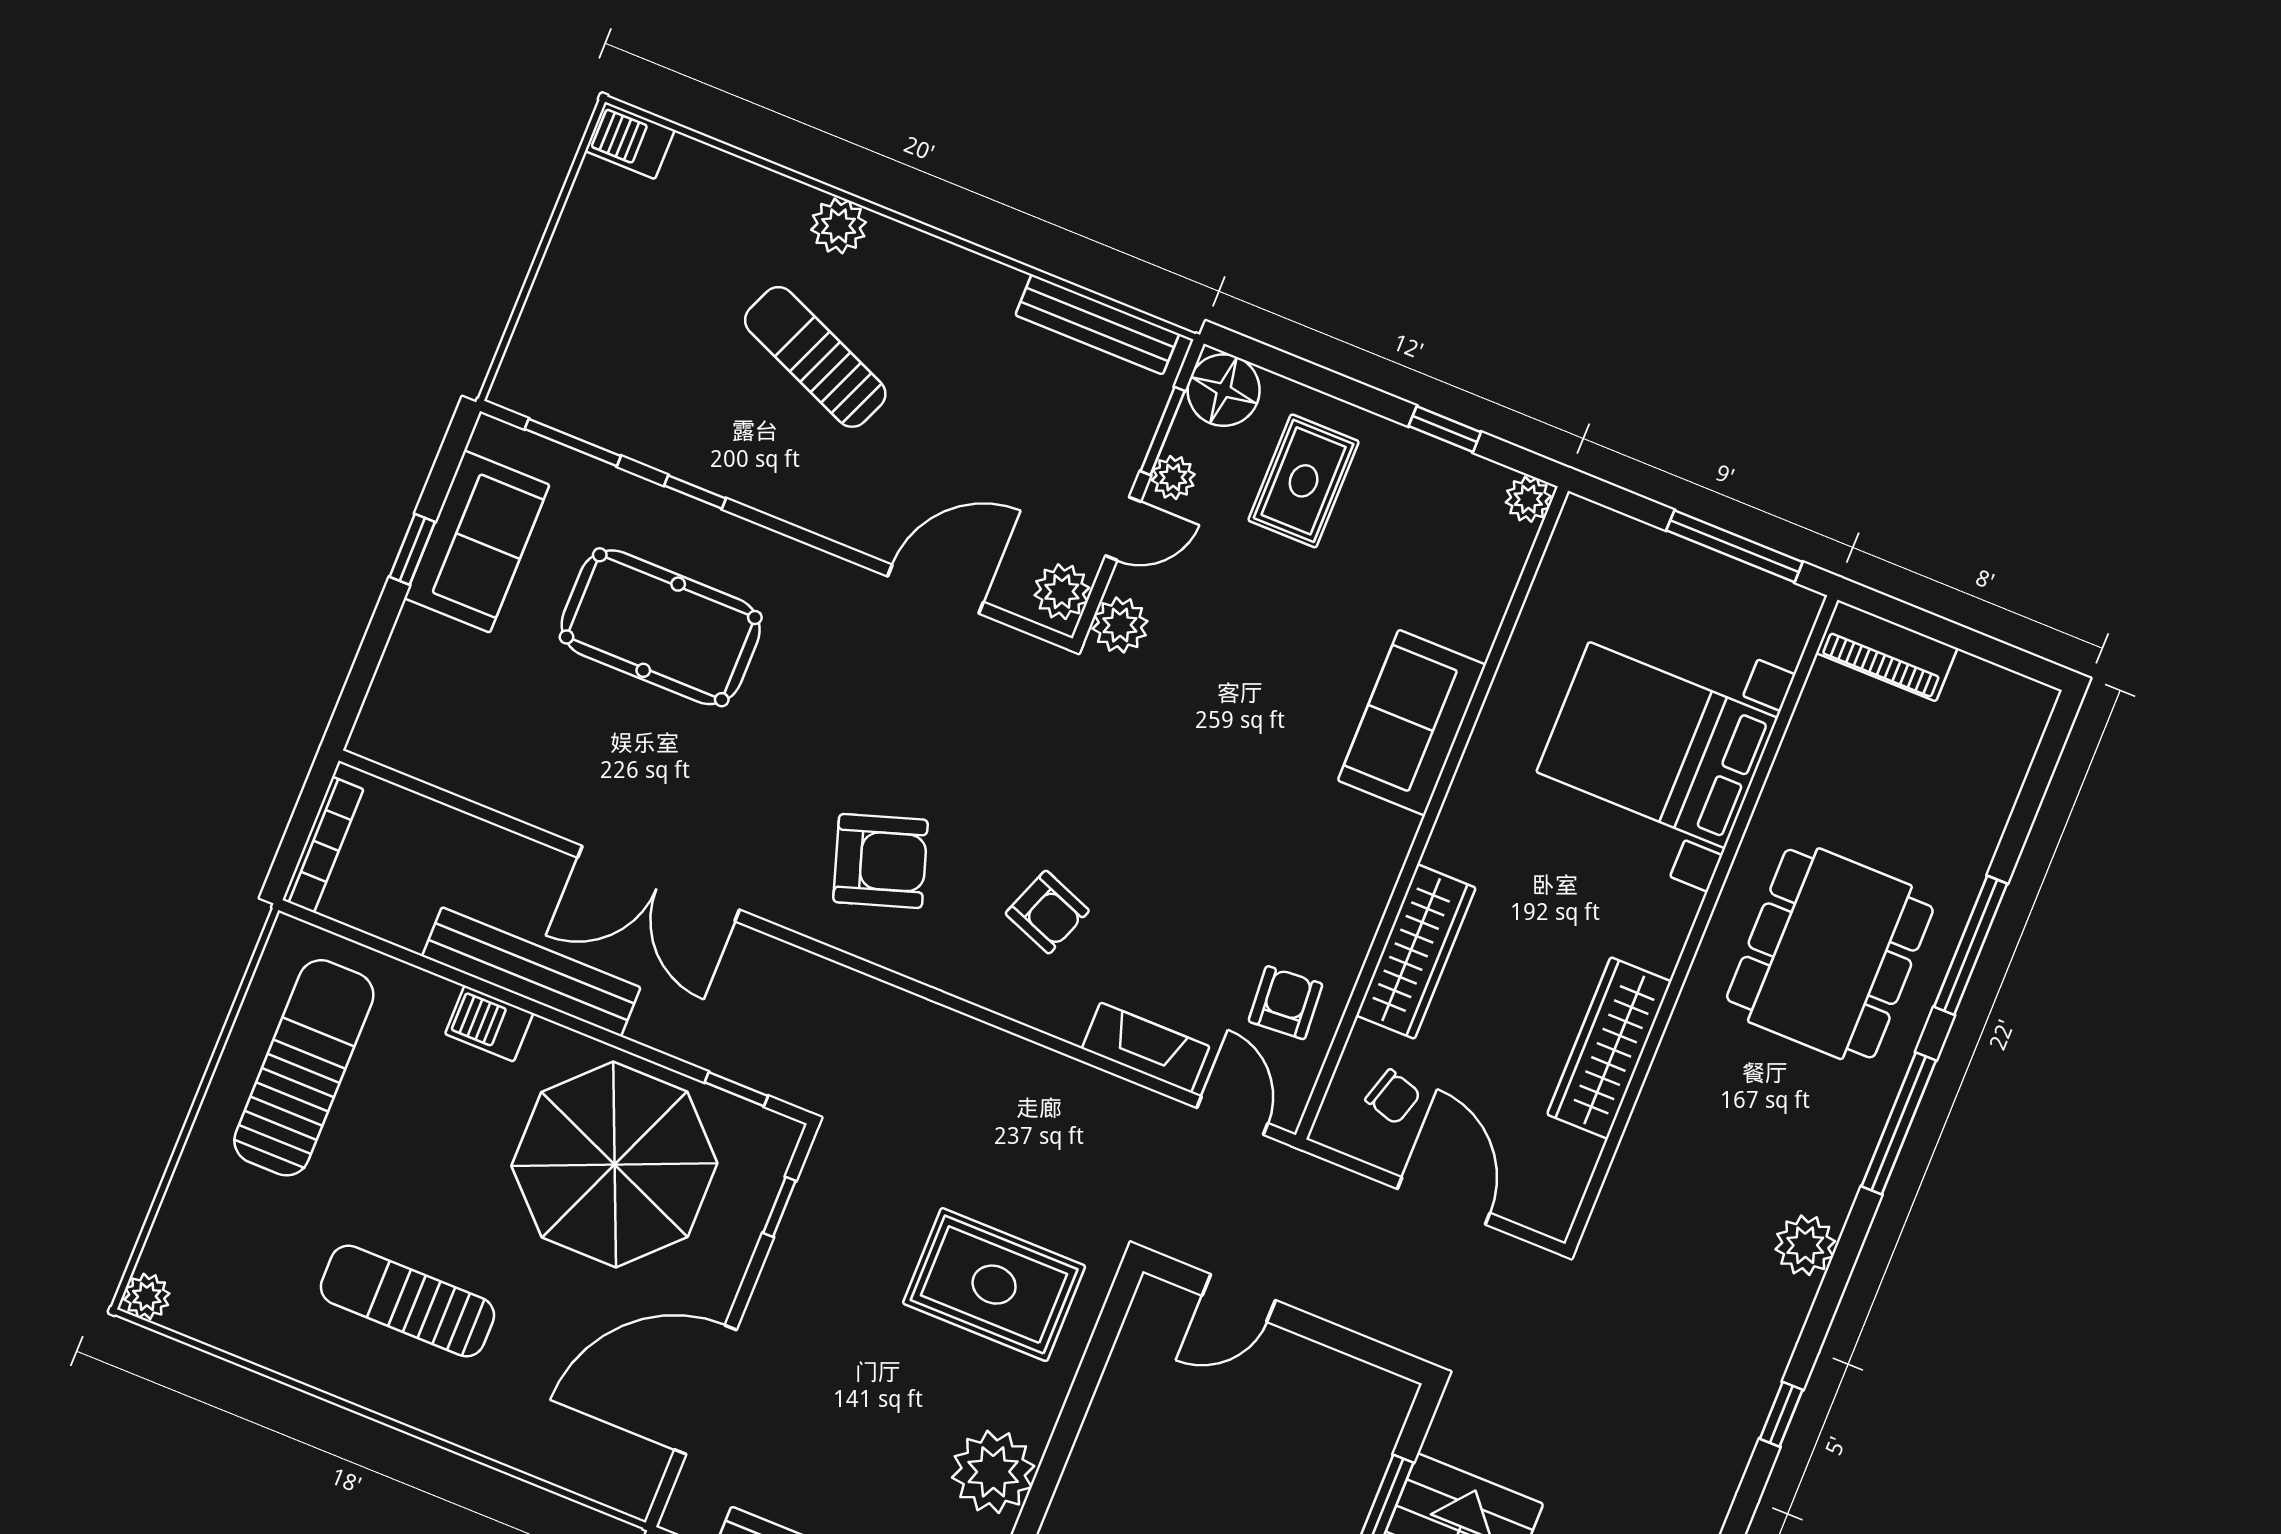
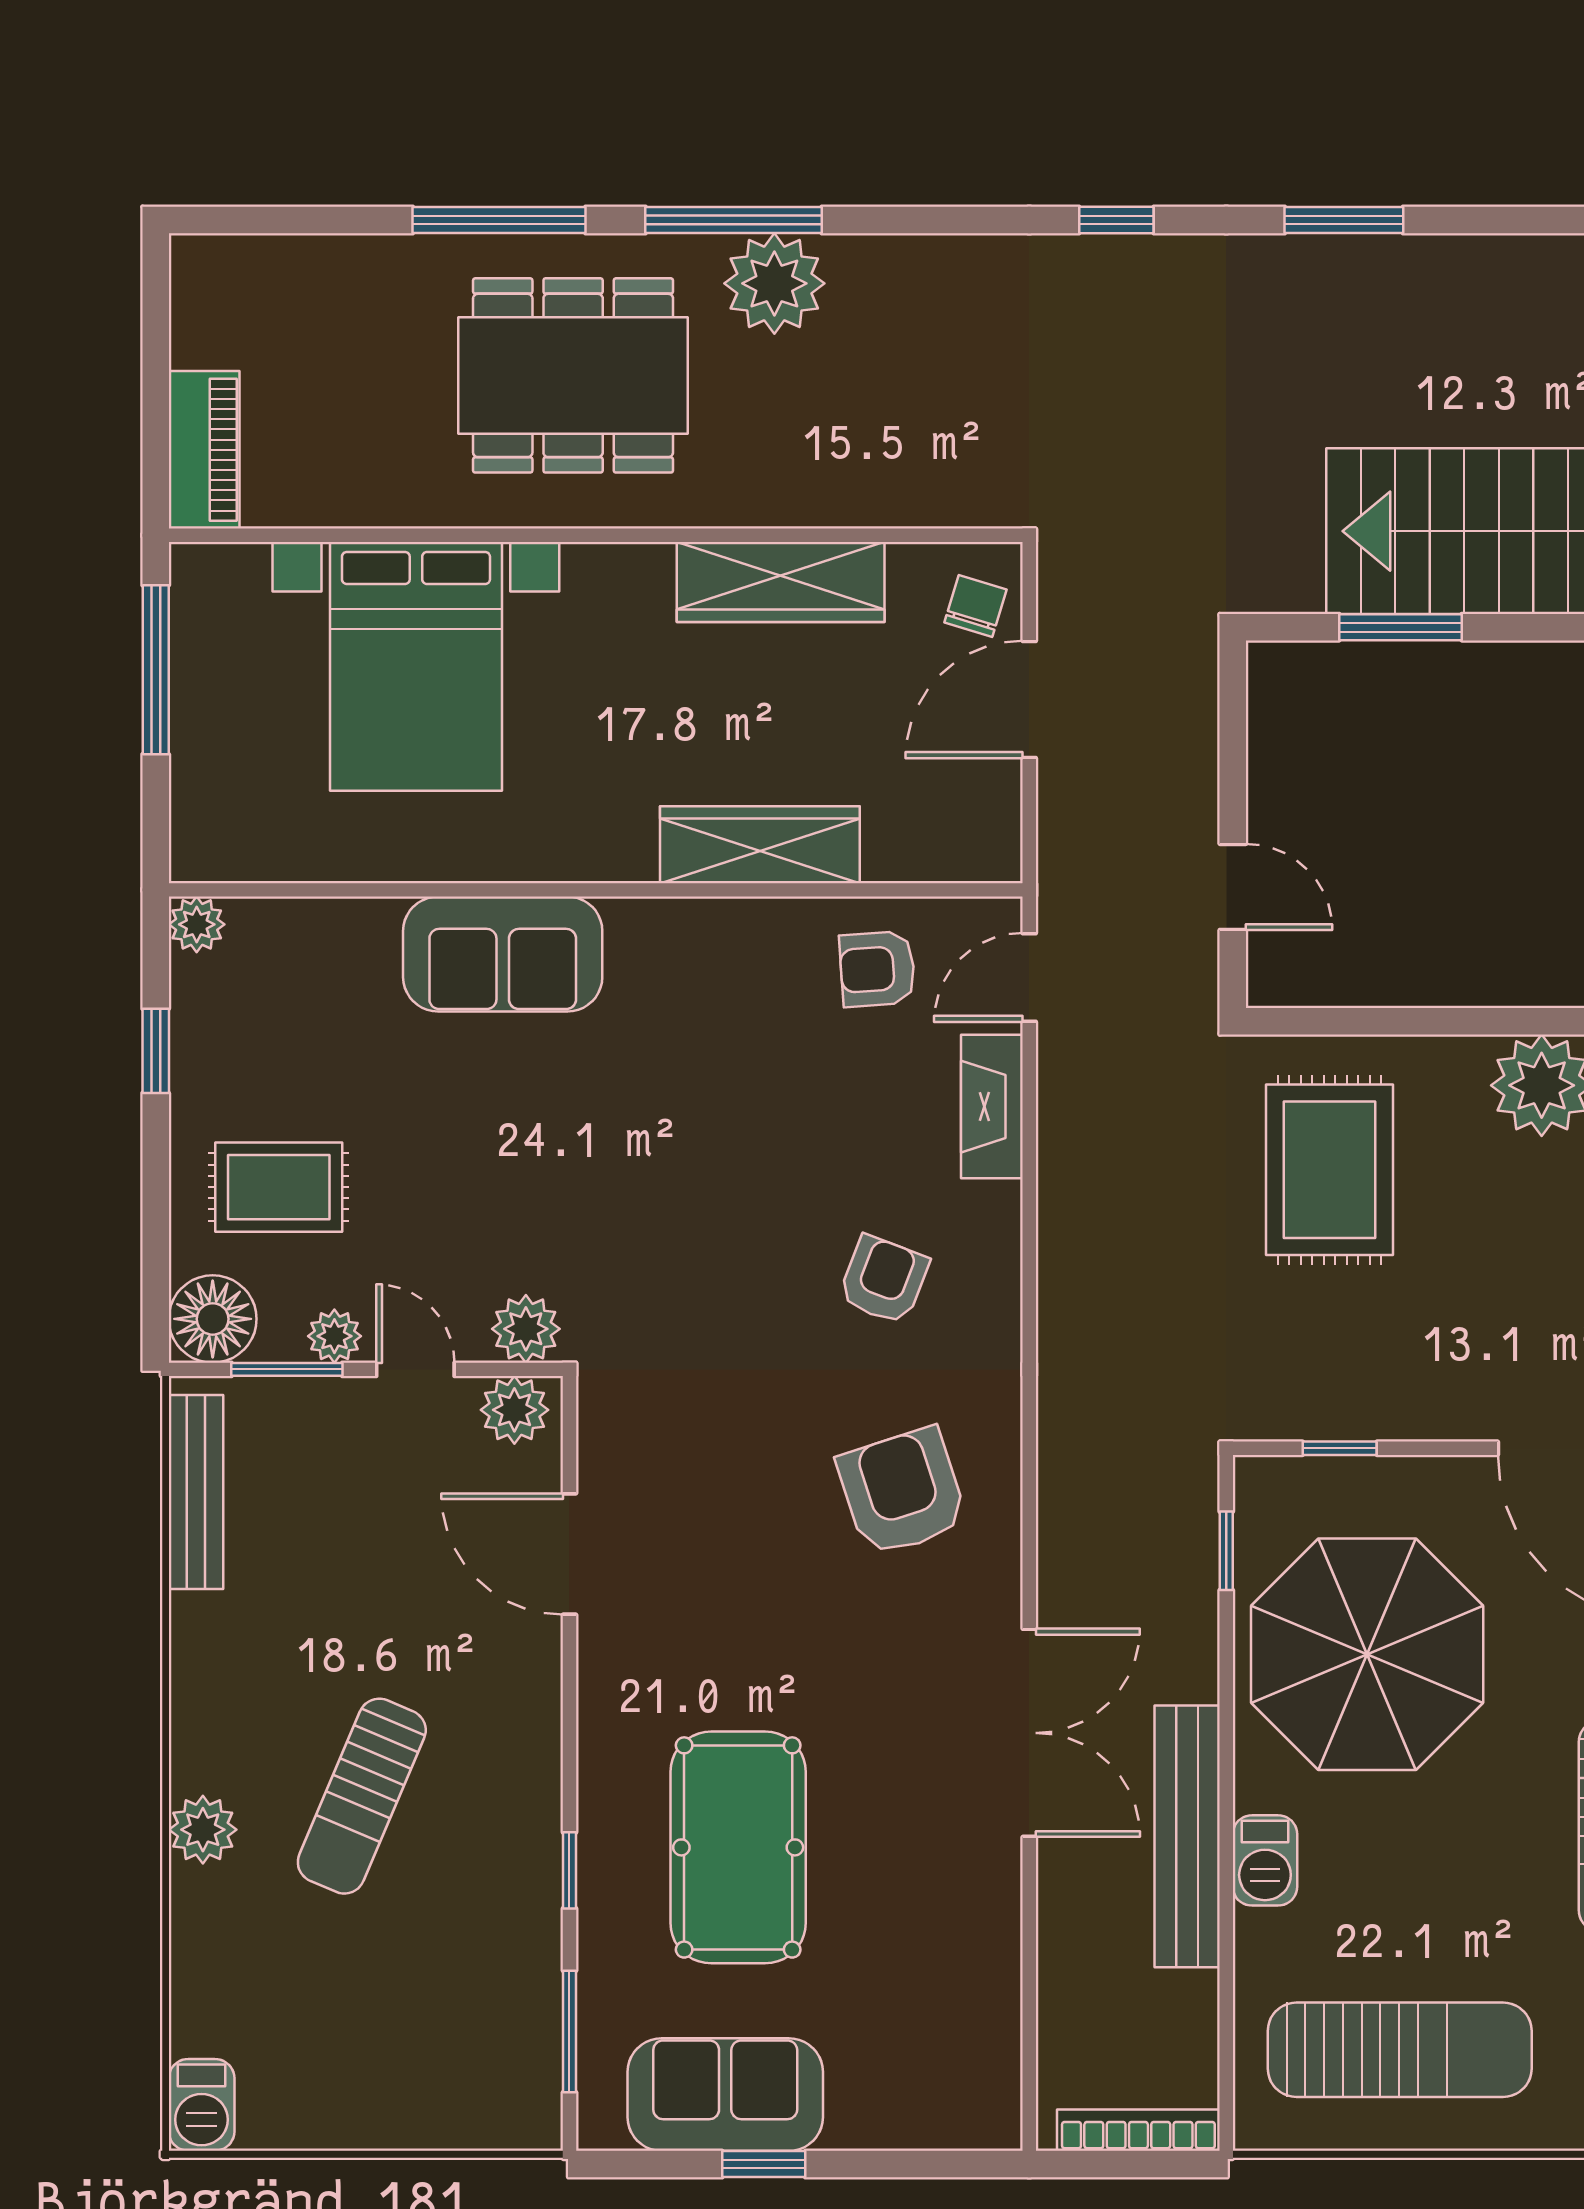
sun lounger: (304, 1068) -> (1400, 2050), turned 180
chair: (1393, 1097) -> (976, 606), moved
plant: (1805, 1245) -> (774, 283), moved, width x1.36, depth x1.36

